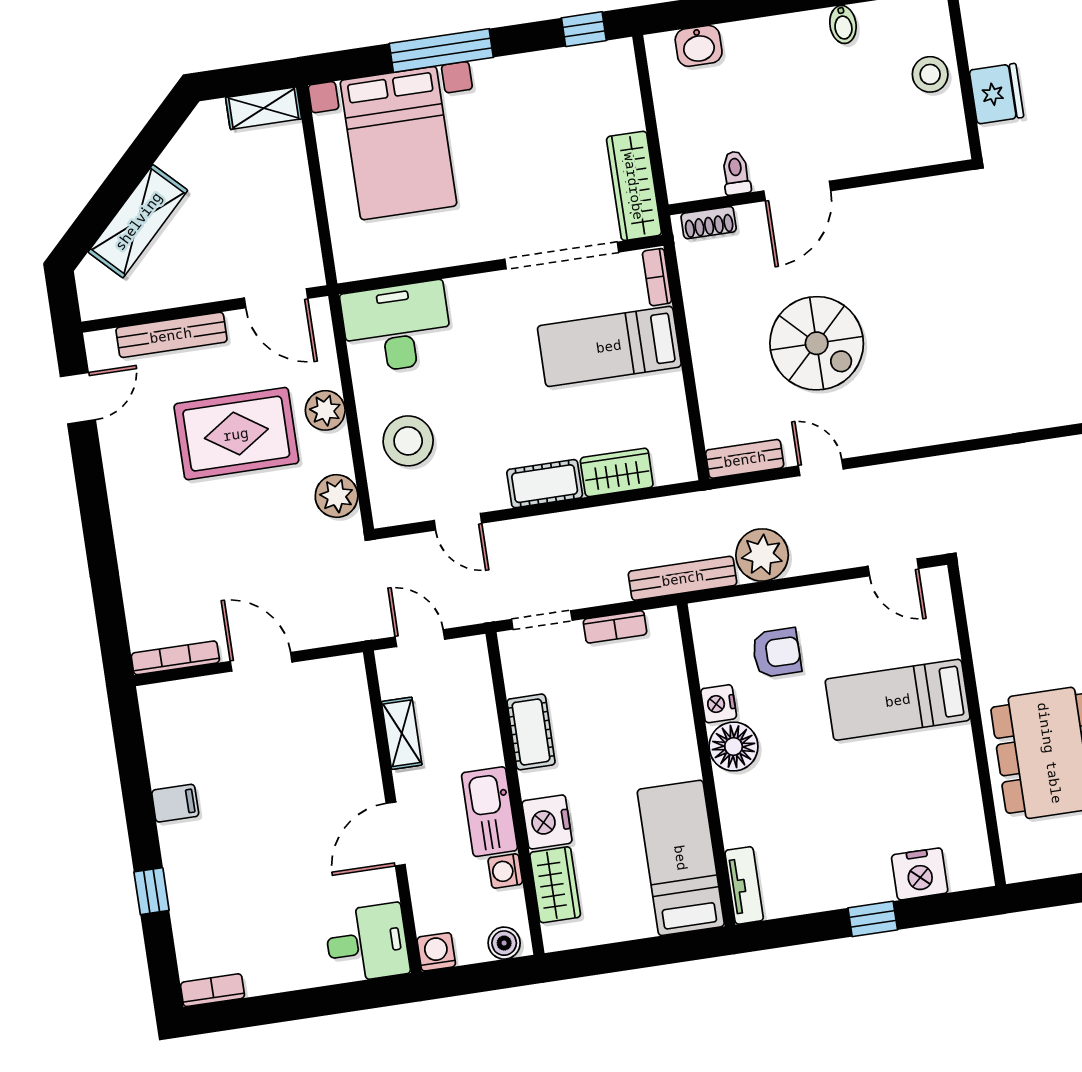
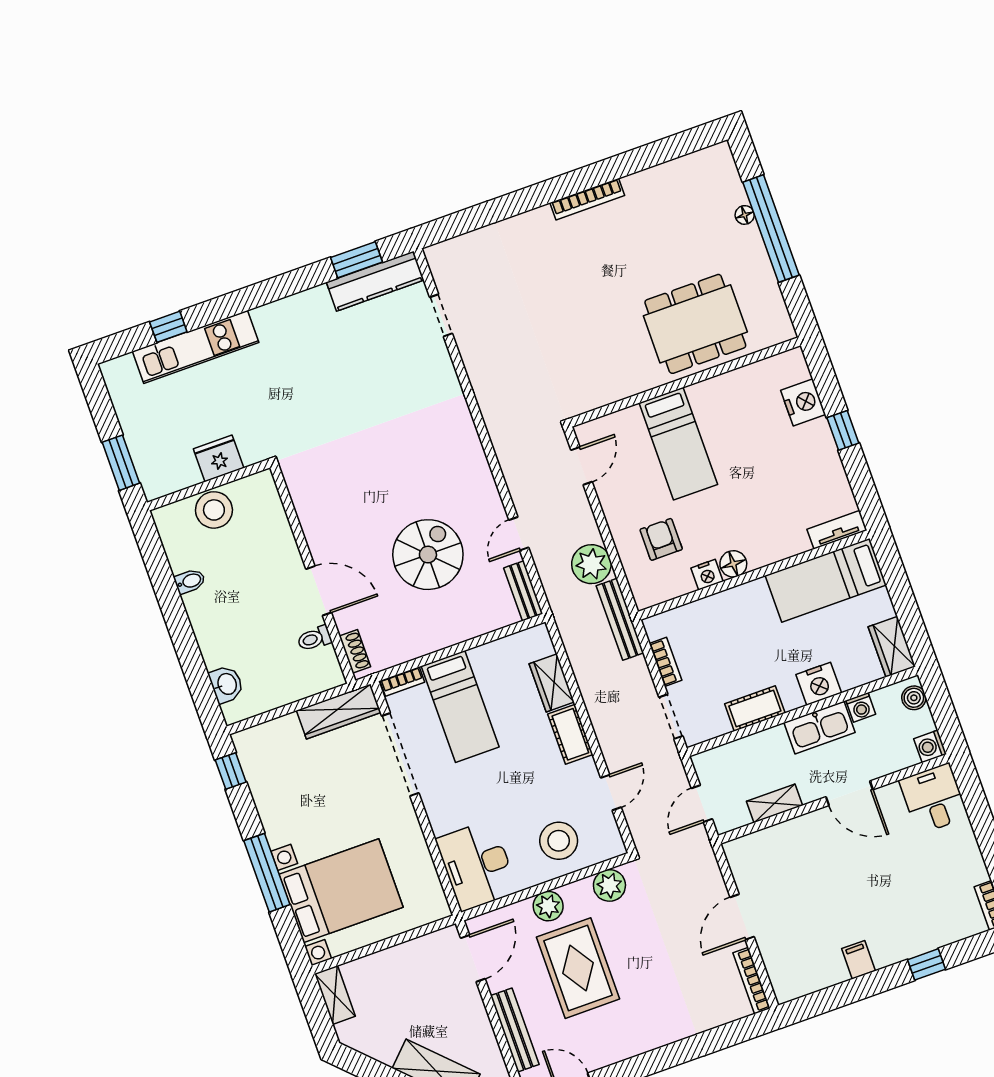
stool: (930, 74) -> (214, 510), width x1.38, depth x1.38
floor lamp: (734, 747) -> (733, 564), width x0.73, depth x0.73
wardrobe: (555, 885) -> (892, 647), moved, turned -90

